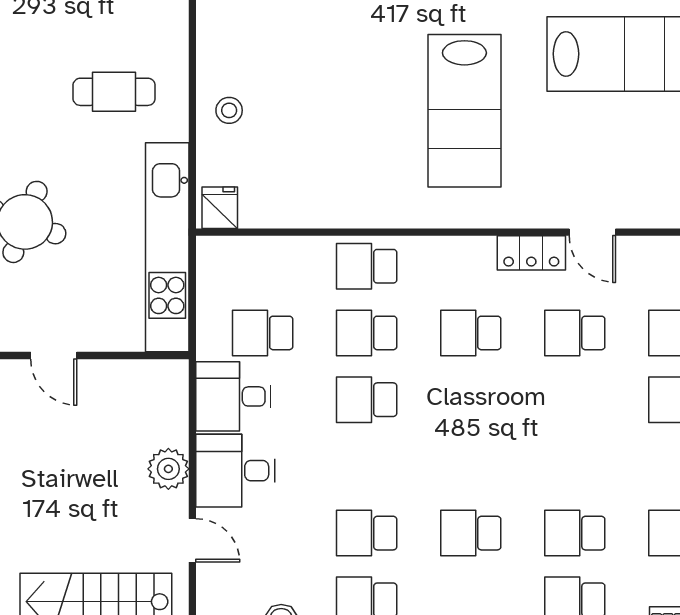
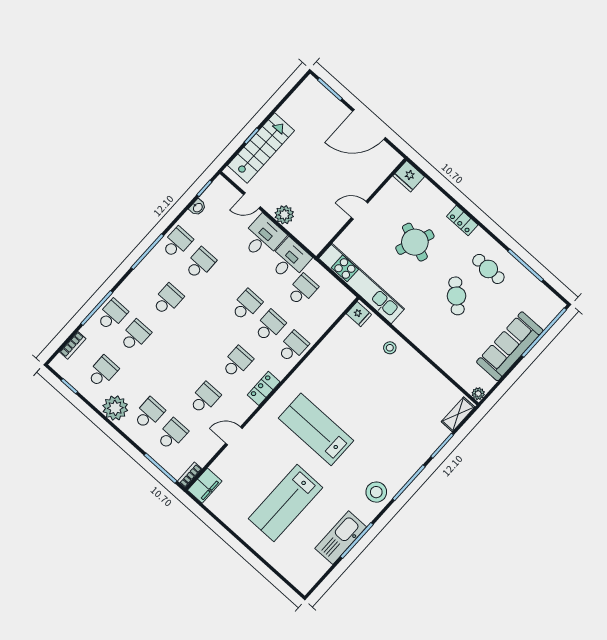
cafe table: (114, 92) -> (457, 296), moved, turned -47
locker: (531, 253) -> (264, 388), moved

